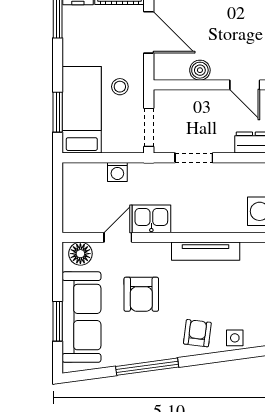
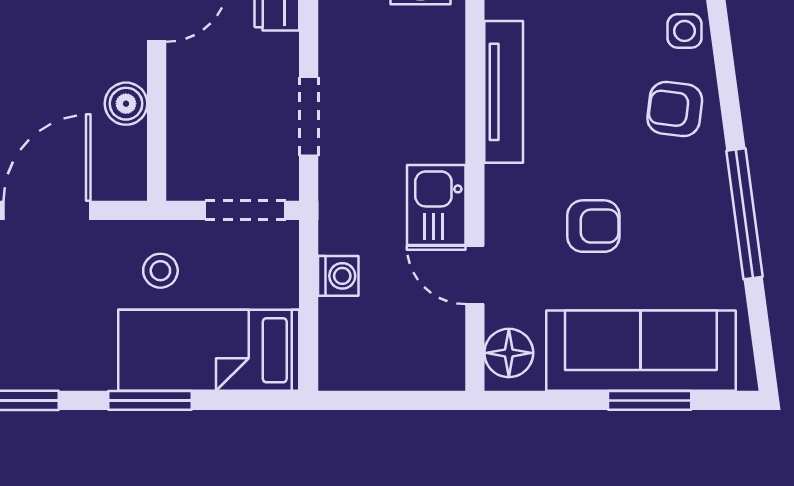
window: (58, 112) -> (150, 400), moved
armchair: (141, 294) -> (593, 226), width x0.72, depth x0.72

